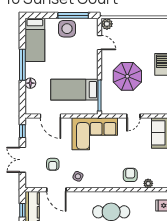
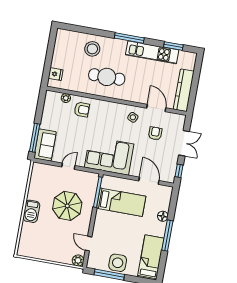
armchair: (130, 175) -> (82, 109), turned -90
window: (22, 210) -> (193, 94), removed

